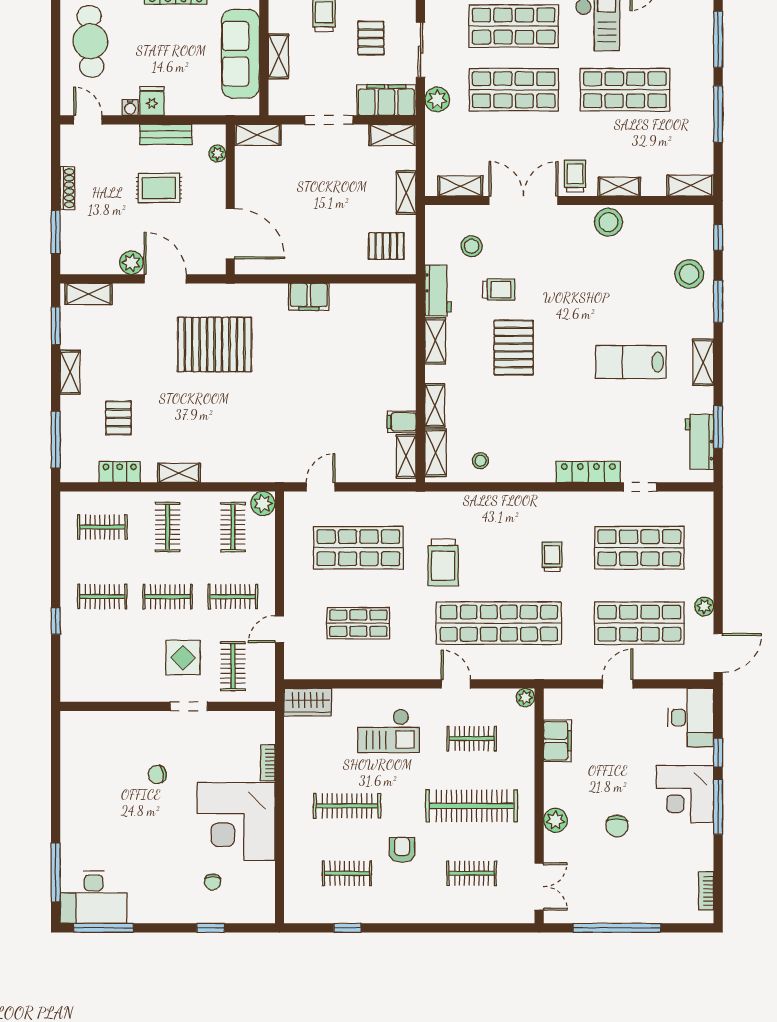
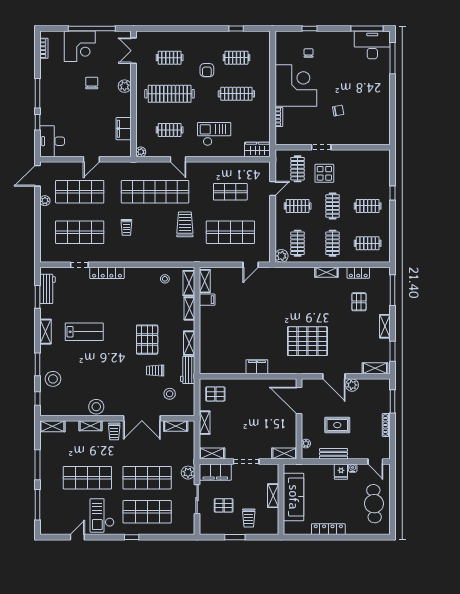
pallet: (371, 38) -> (224, 505), turned 90
clothes rail: (168, 597) -> (333, 206), turned 90
corner desk: (685, 794) -> (80, 46), moved, turned 90

